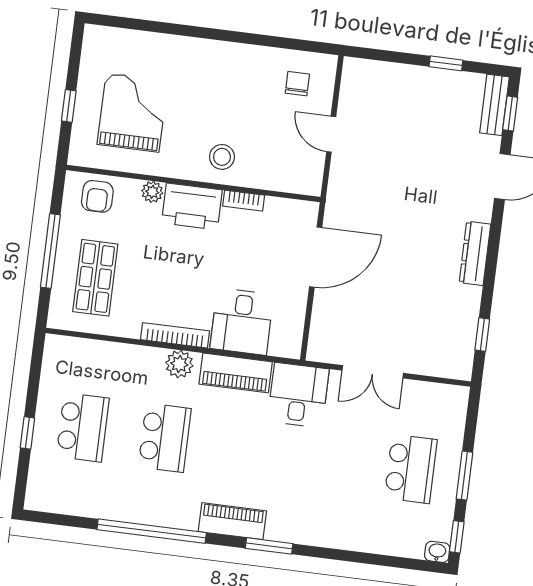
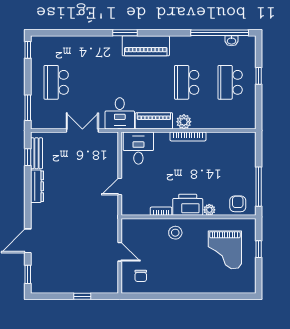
window: (446, 63) -> (82, 296), moved
bench: (494, 105) -> (36, 153), moved
window: (50, 251) -> (259, 187), moved
dresser: (475, 253) -> (37, 186), moved
door: (316, 257) -> (120, 187), width x0.53
shop shelf: (95, 278) -> (233, 161), removed
desk: (242, 321) -> (138, 148), moved
window: (464, 476) -> (28, 108), moved
piano: (232, 521) -> (146, 46), width x1.37, depth x1.33
window: (152, 531) -> (220, 33), moved
washbasin: (437, 552) -> (232, 41), moved

